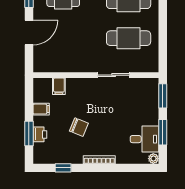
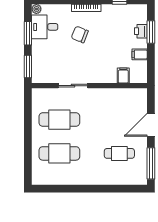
chair: (79, 127) -> (80, 34), moved

